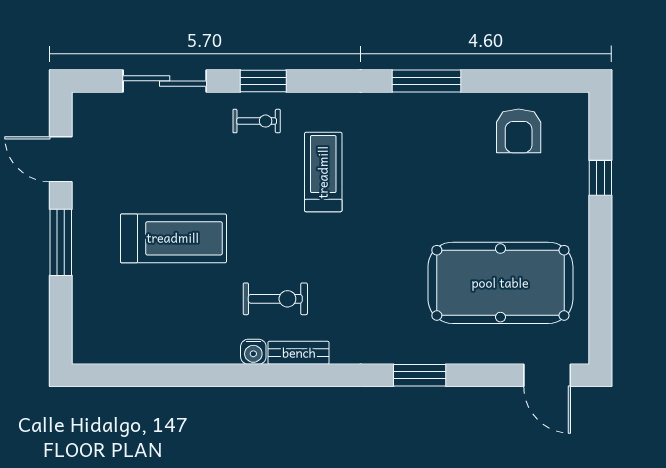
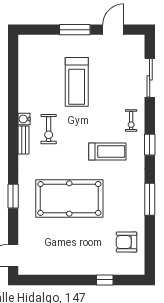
window: (263, 81) -> (150, 145), moved
pool table: (500, 283) -> (69, 198), moved, turned 90

